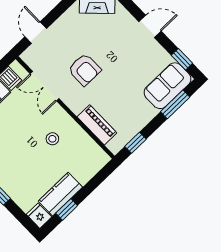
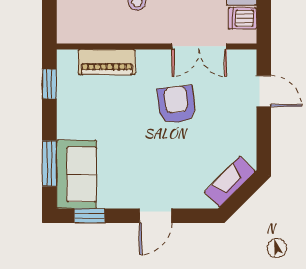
armchair: (84, 70) -> (176, 104), turned 84
double door: (45, 86) -> (199, 46), swing flipped

